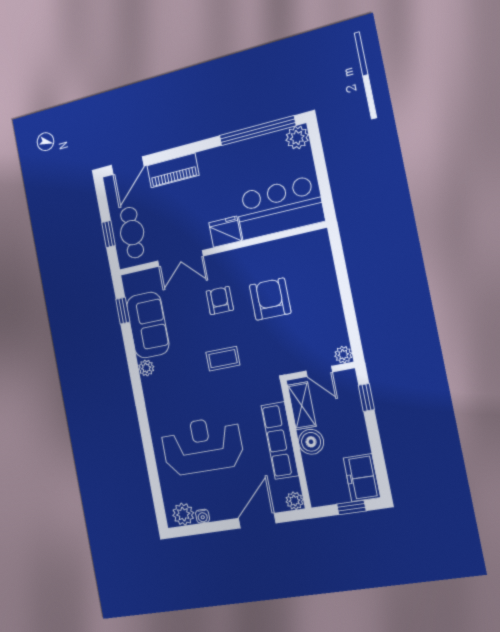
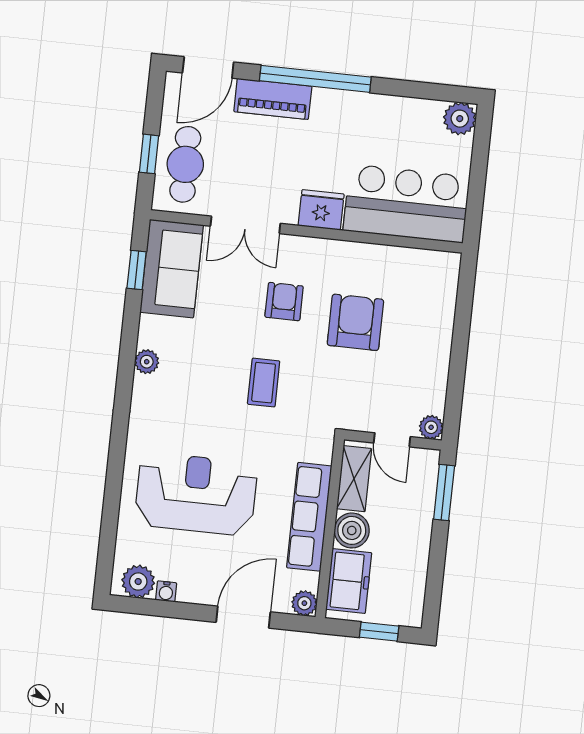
window: (257, 131) -> (315, 79), moved
sofa: (148, 325) -> (172, 269), moved
coffee table: (223, 359) -> (264, 383), turned 90
window: (366, 397) -> (444, 492), width x1.50
freezer: (362, 478) -> (349, 581), moved, turned 180

